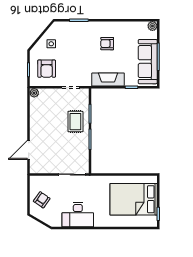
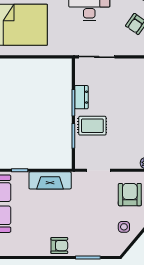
armchair: (107, 44) -> (59, 246), moved
rug: (75, 122) -> (92, 126), turned 90
dresser: (84, 144) -> (81, 97), added

